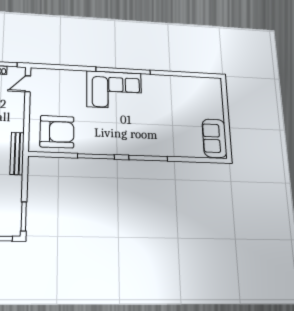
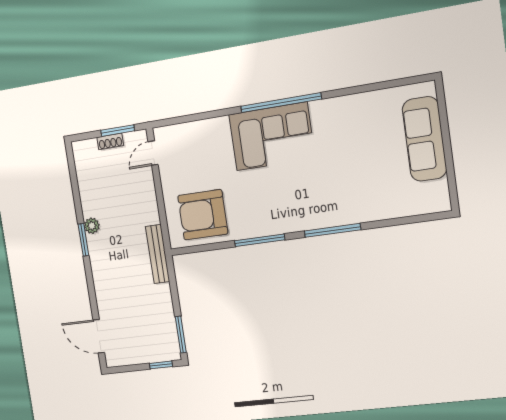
armchair: (57, 132) -> (203, 215), turned 180
sofa: (214, 138) -> (424, 139), moved, width x1.36

